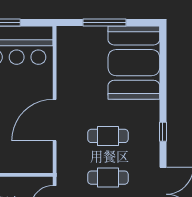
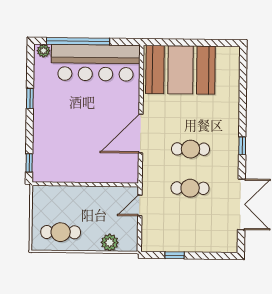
window: (105, 23) -> (189, 43), removed
booth: (134, 63) -> (180, 70), moved, turned 90

